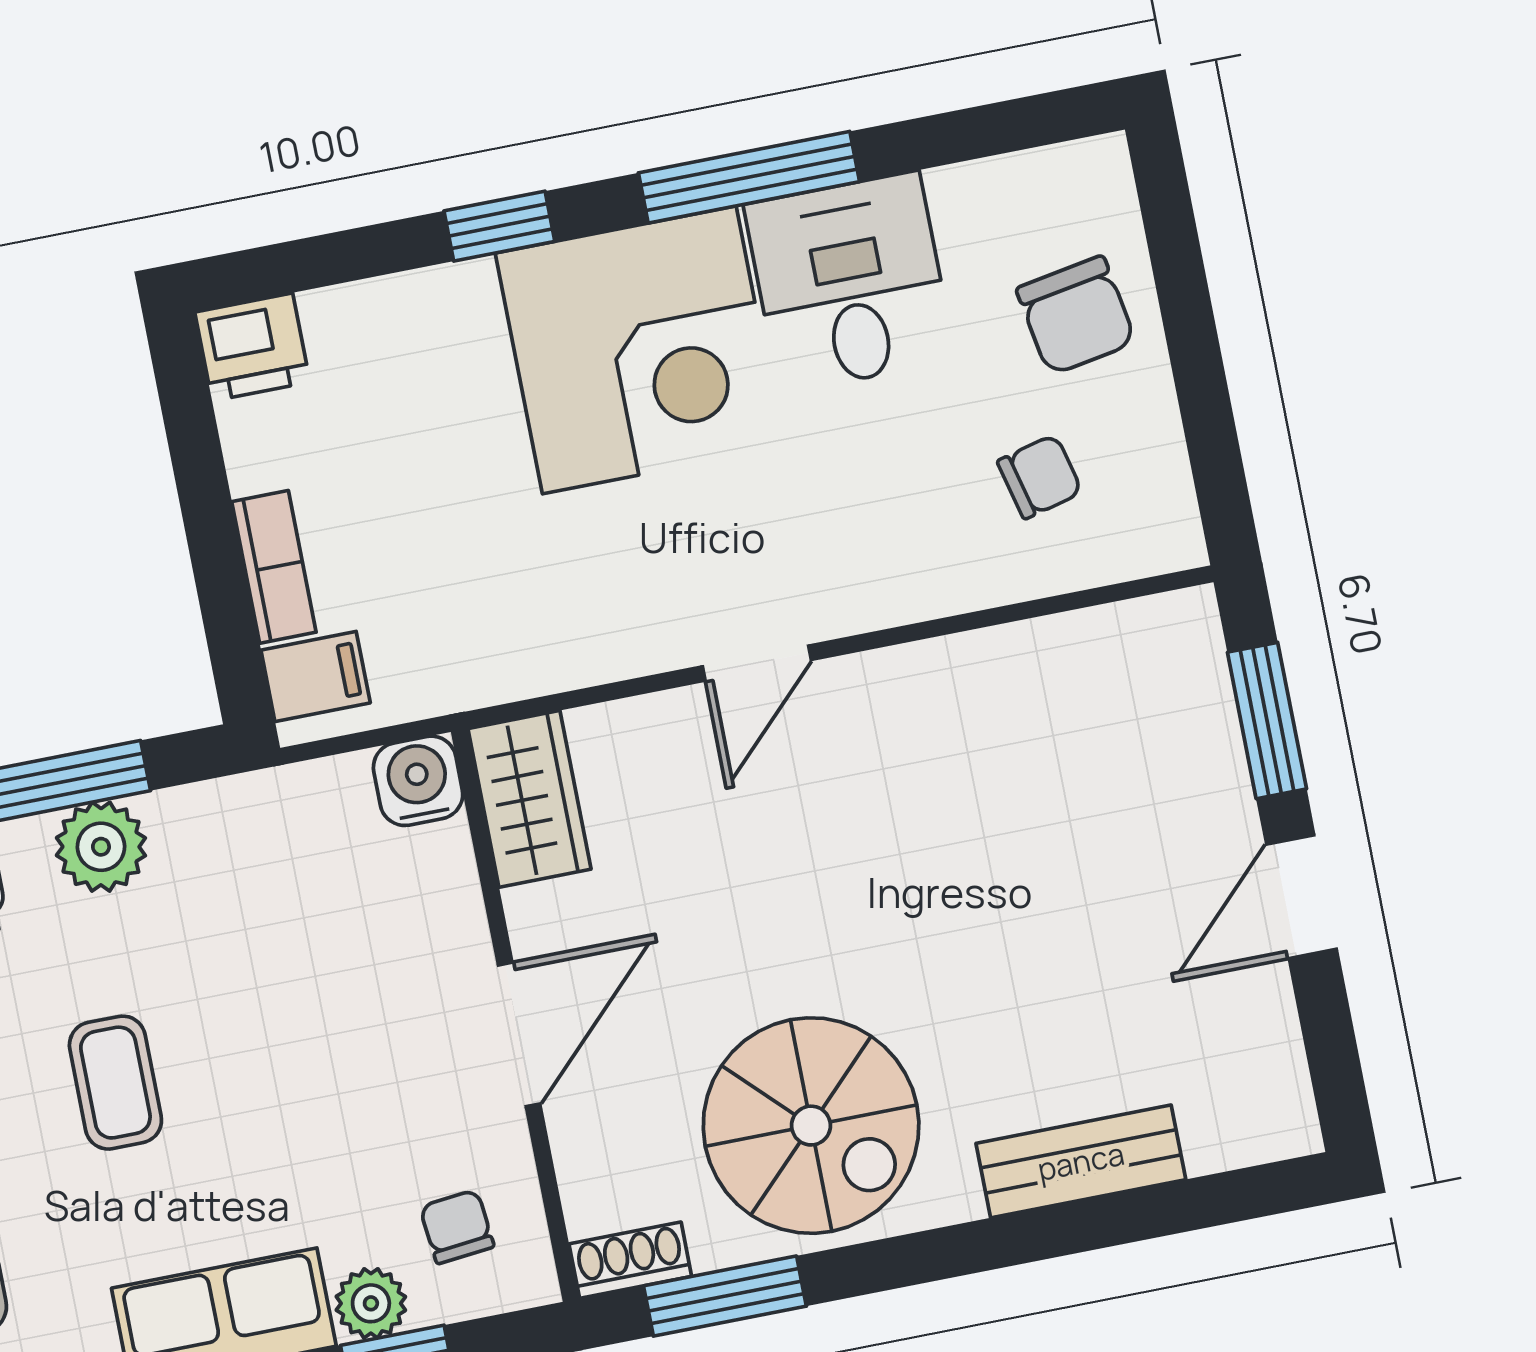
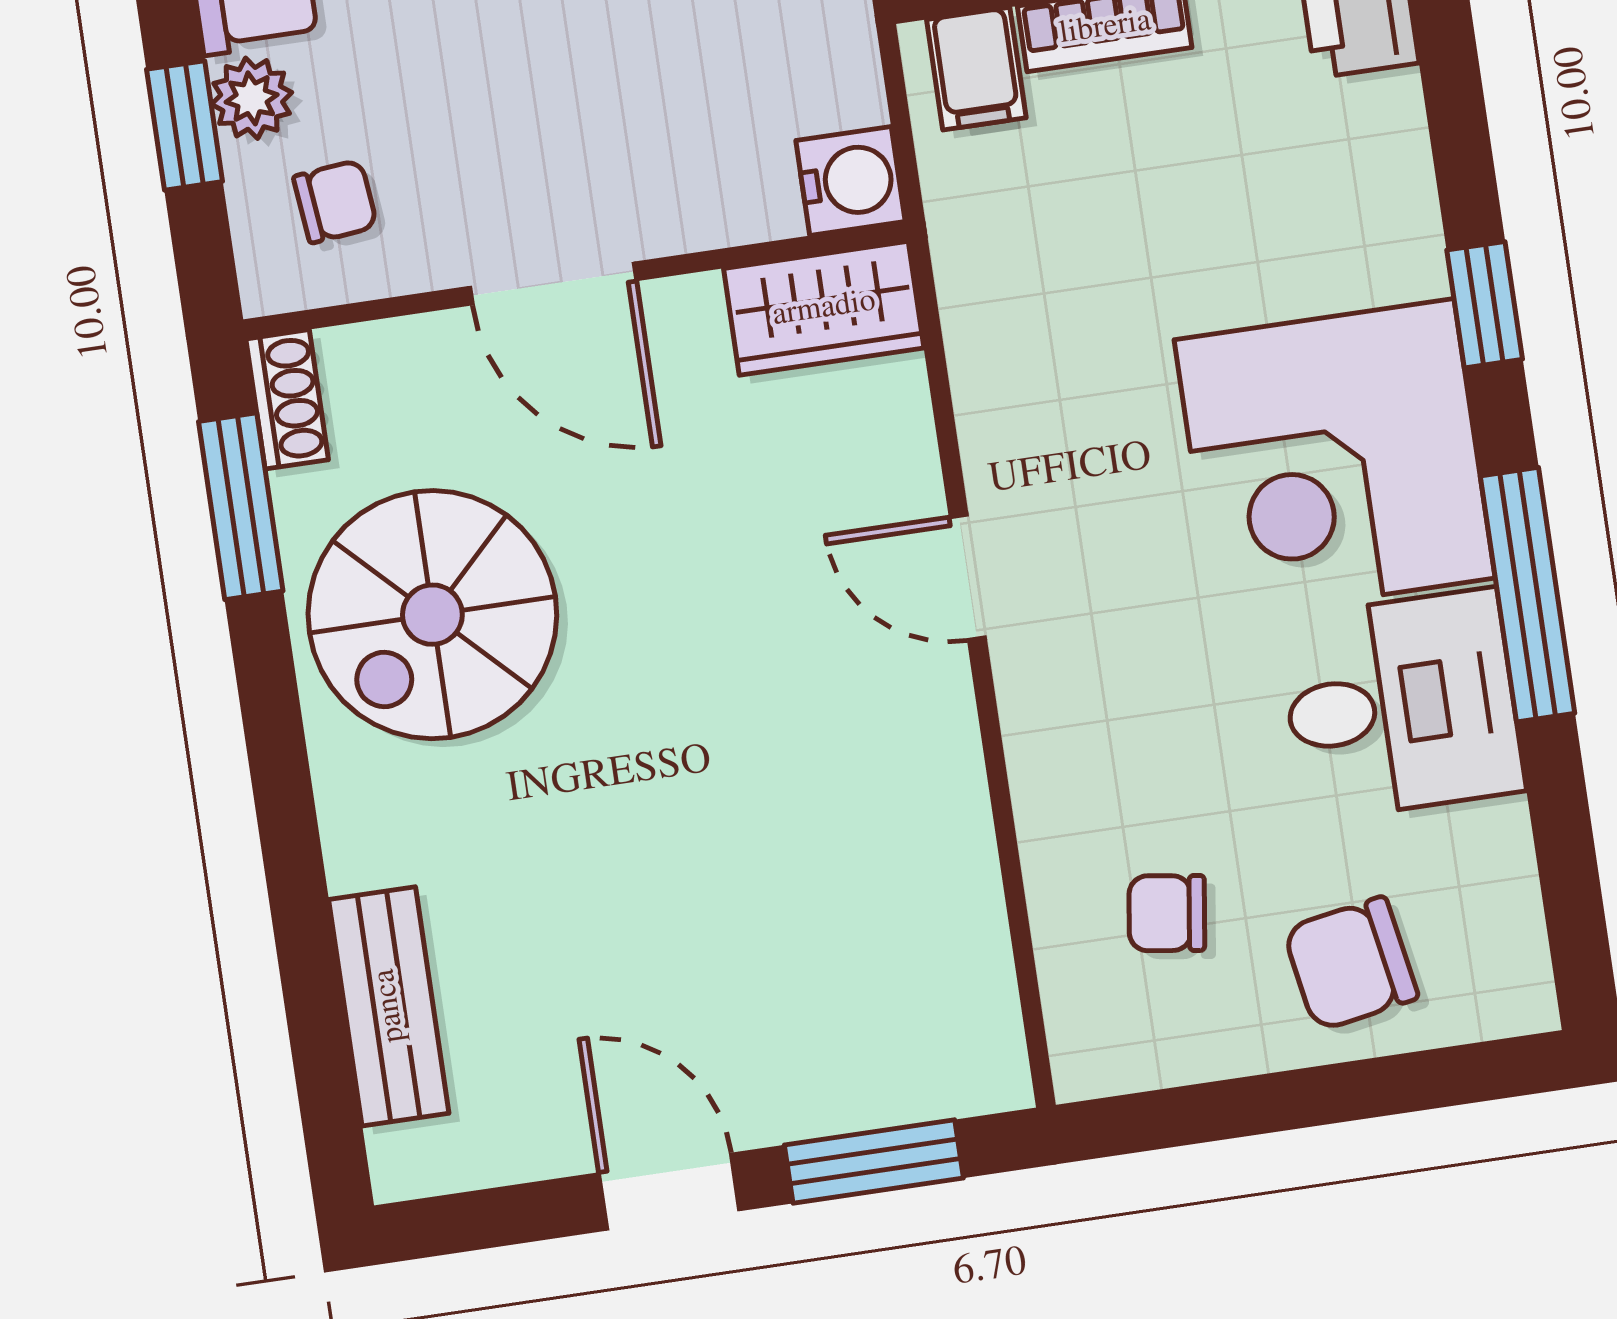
chair: (1040, 477) -> (1167, 913), turned 112
bench: (1081, 1161) -> (389, 1006), moved

